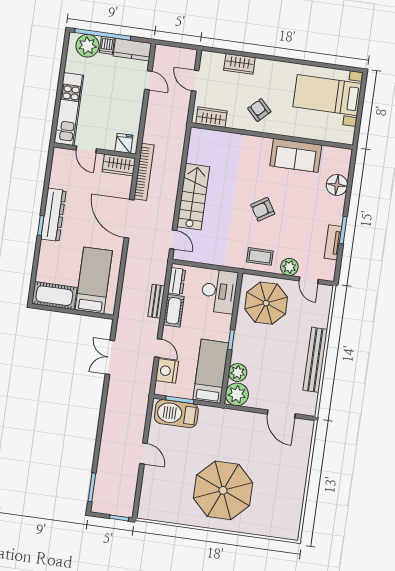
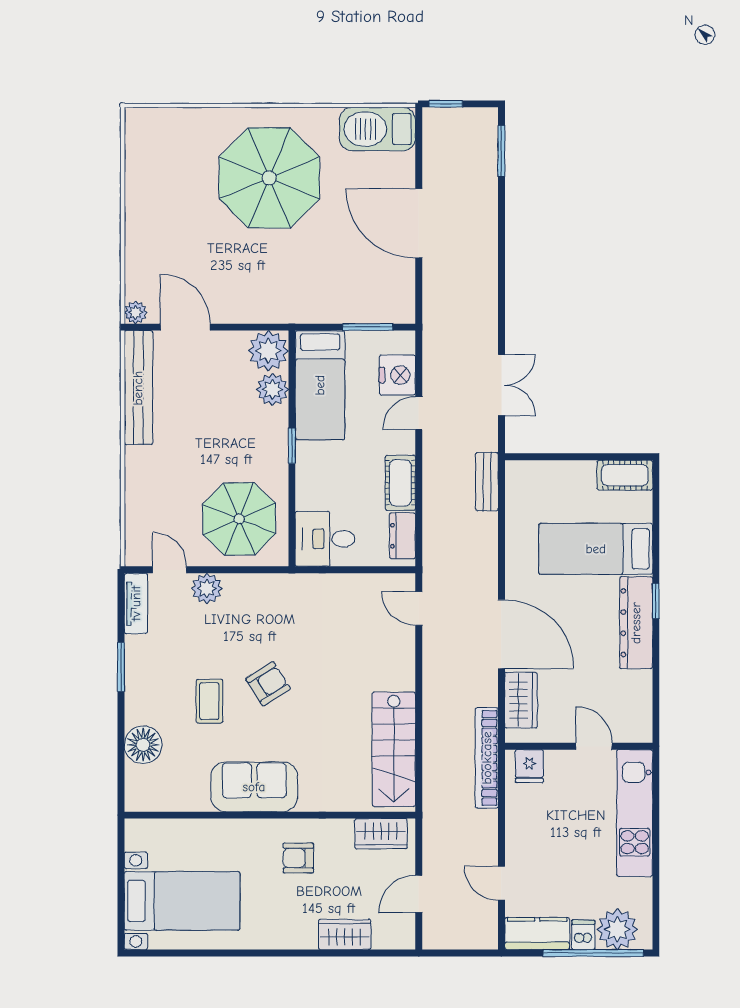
door: (195, 81) -> (419, 894), swing flipped
armchair: (259, 110) -> (298, 858), turned 134
sofa: (296, 155) -> (254, 787), moved
wardrobe: (119, 165) -> (521, 700), moved, turned 90
bookcase: (144, 172) -> (487, 758), moved
stairs: (193, 197) -> (394, 749), moved
tv unit: (333, 242) -> (136, 603), moved
coffee table: (260, 256) -> (209, 701), moved, turned 90
bed: (94, 280) -> (596, 549), moved, turned 90
desk: (219, 291) -> (325, 539), width x0.73
cot: (54, 296) -> (625, 475), width x0.73, depth x0.75
bench: (156, 301) -> (487, 482), moved
door: (158, 348) -> (419, 413), hinge flipped
bench: (315, 360) -> (138, 388), moved
barbecue: (176, 414) -> (377, 129), moved, turned 180
plant: (308, 426) -> (136, 313), added
door: (143, 454) -> (419, 223), width x1.88

